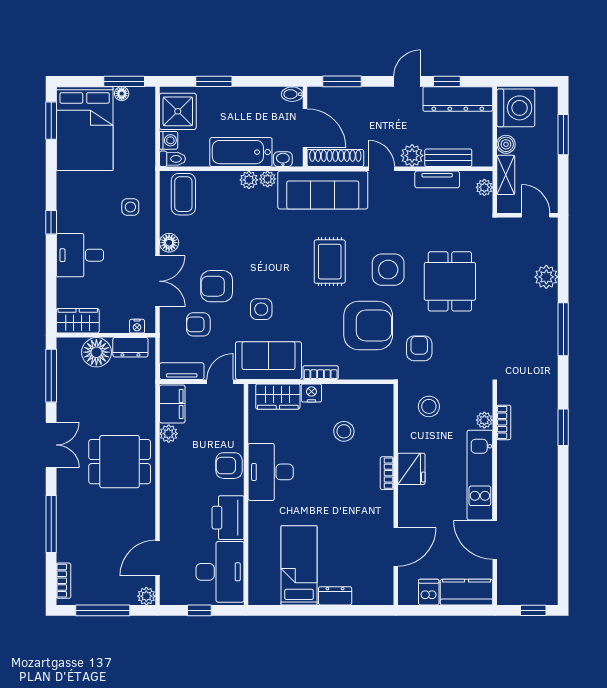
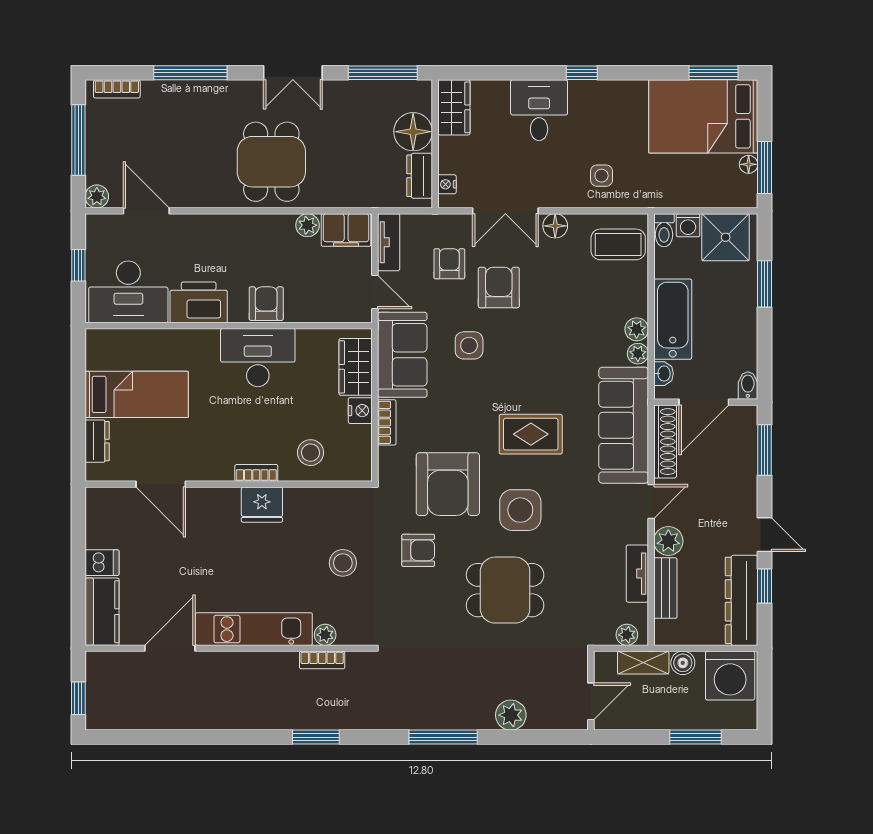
fridge: (411, 469) -> (262, 505), moved
bookcase: (387, 473) -> (256, 473), moved
wall: (396, 494) -> (229, 484), moved
door: (396, 547) -> (161, 484), moved

